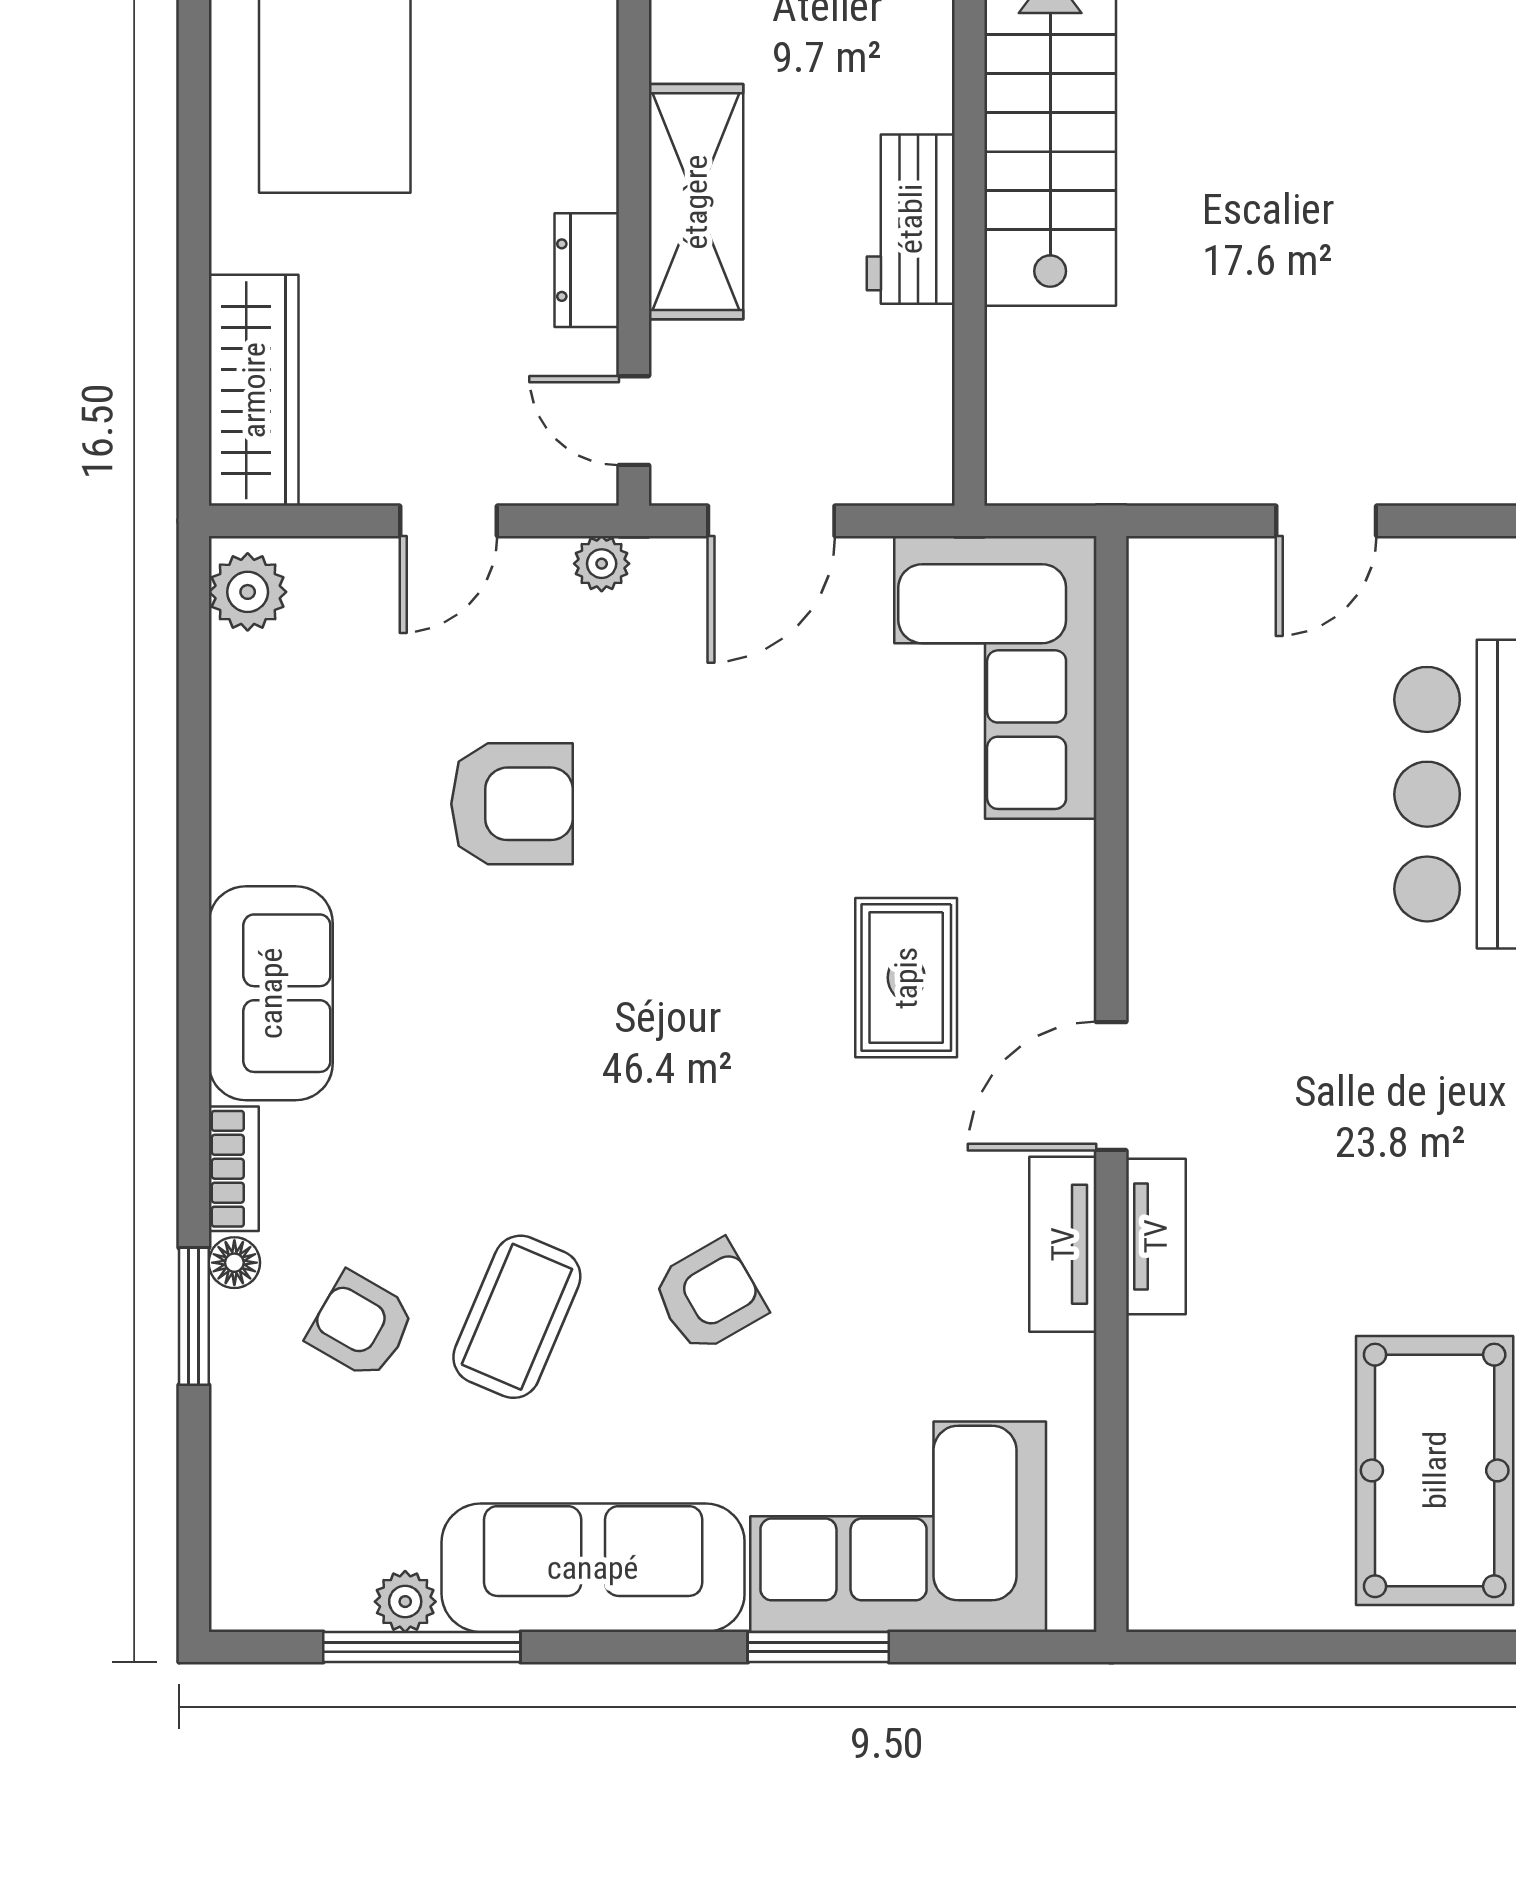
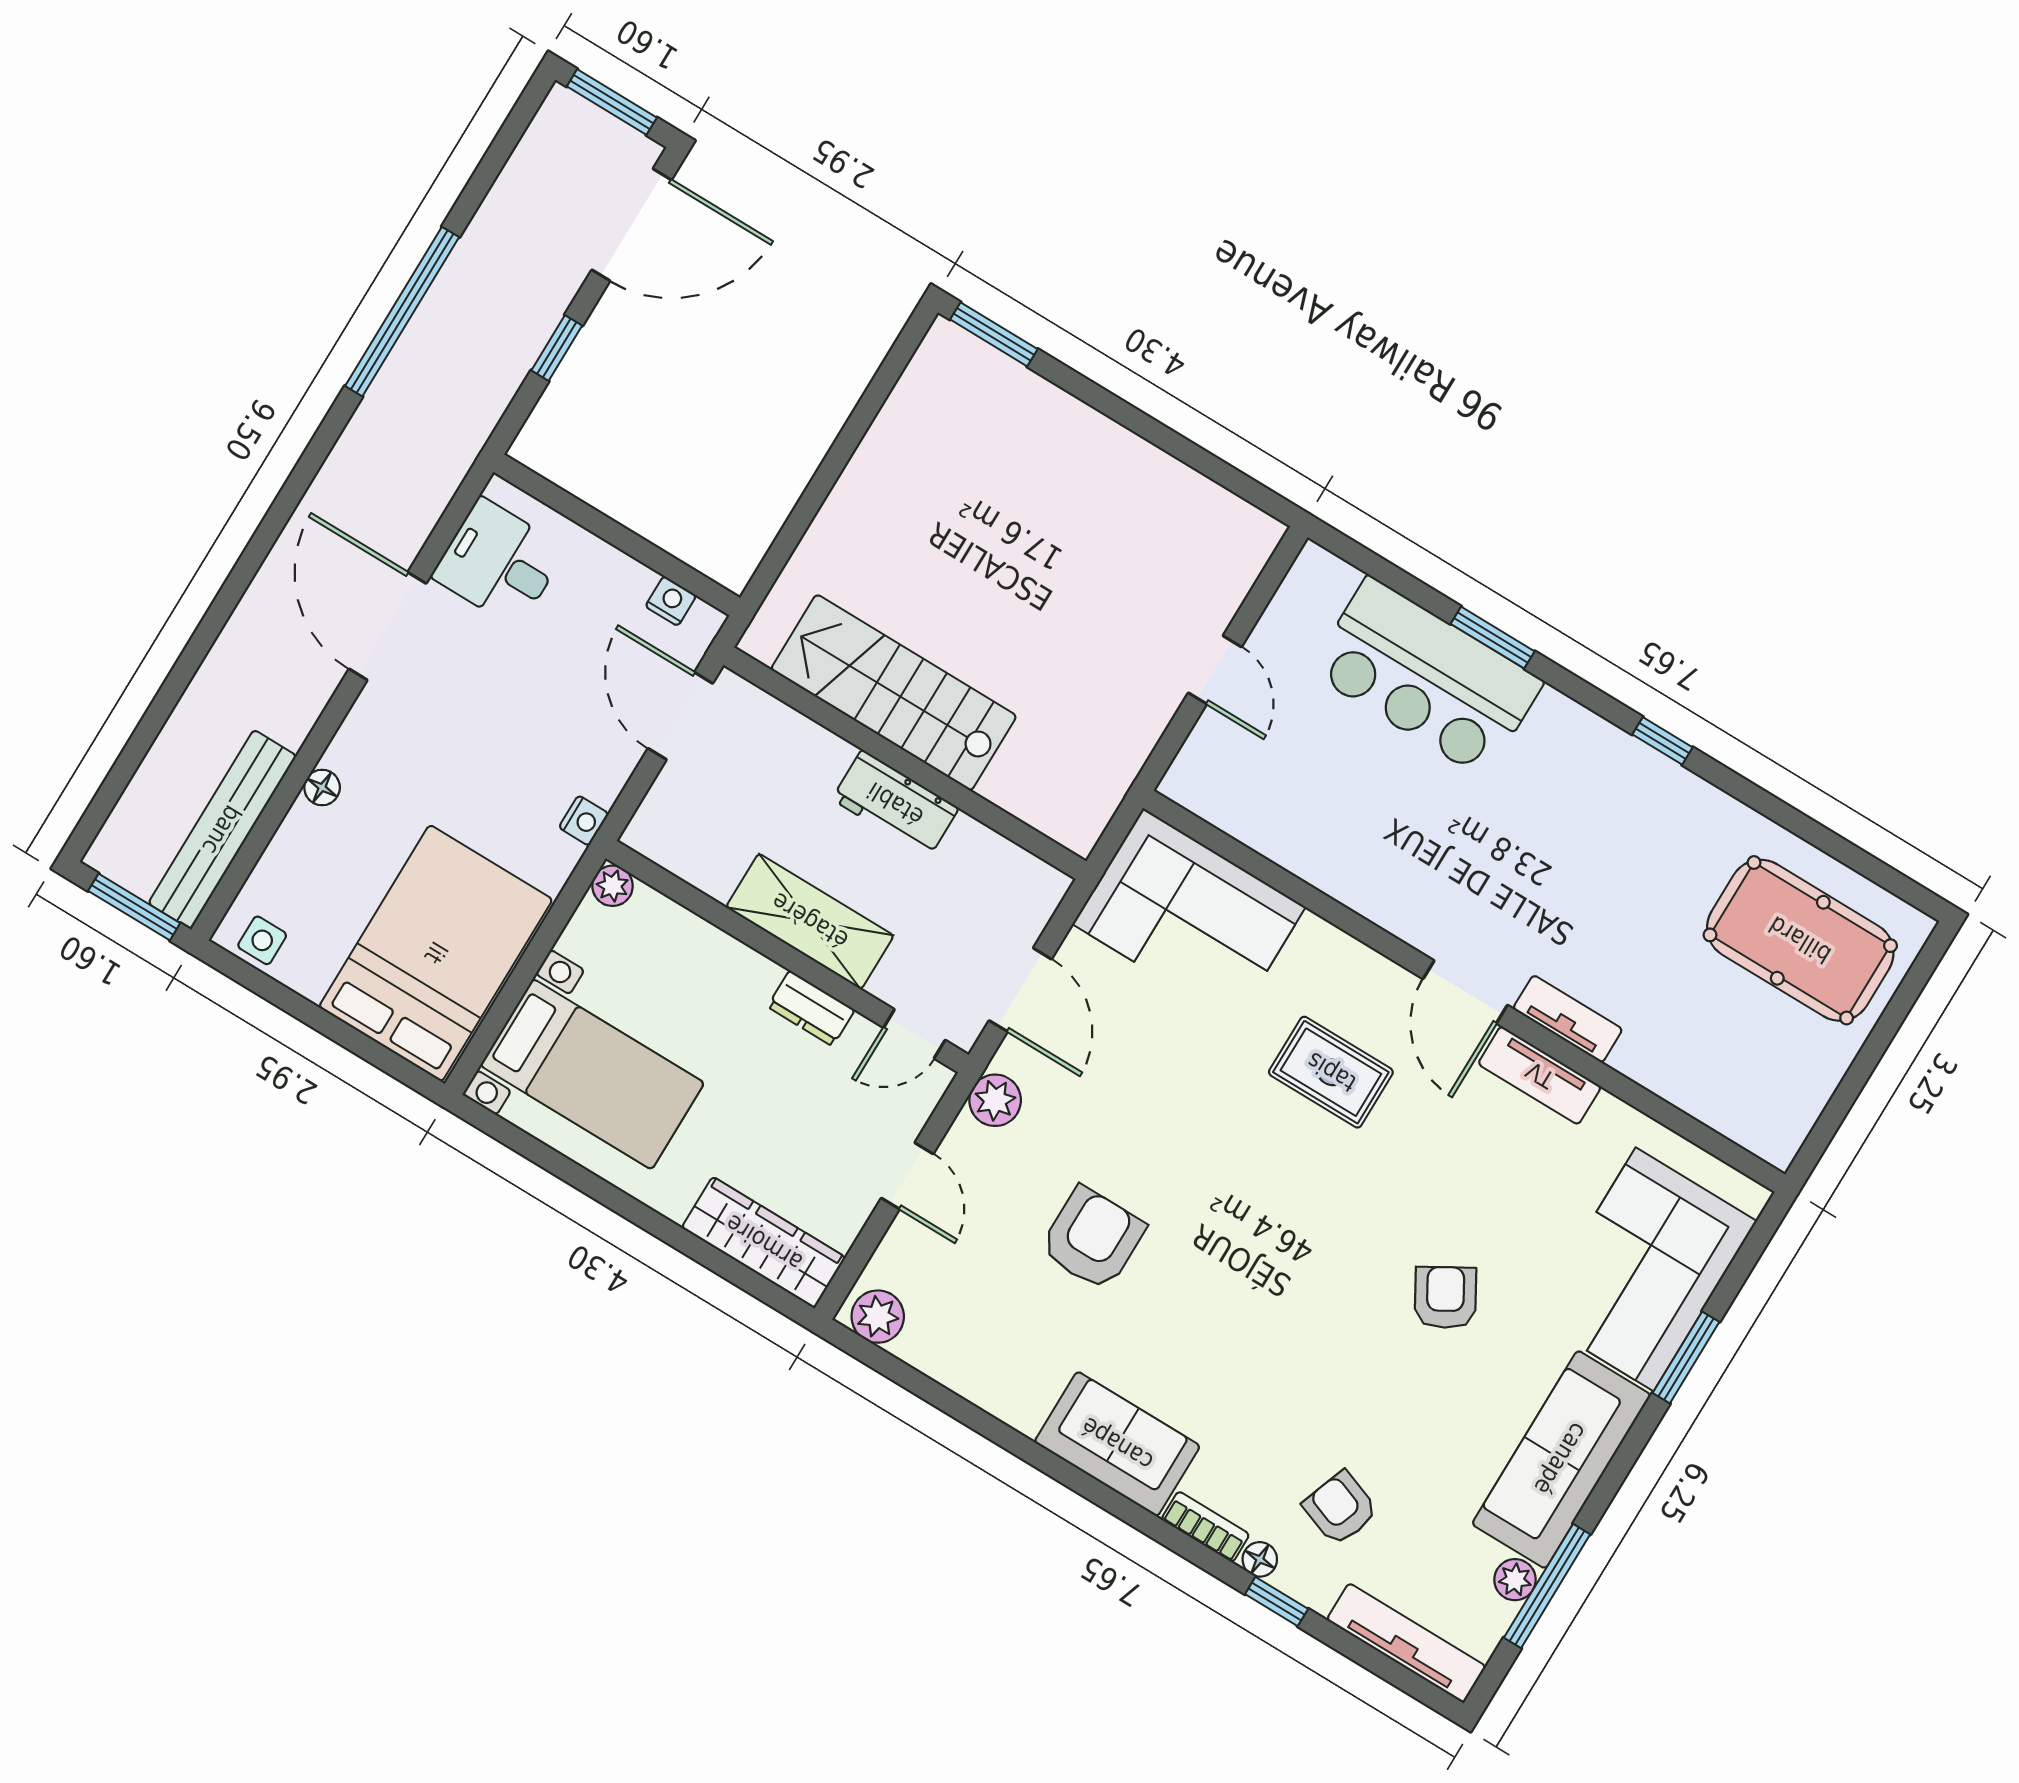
plant: (602, 564) -> (995, 1100), width x1.38, depth x1.38
window: (194, 1316) -> (1277, 1602), width x0.67
coffee table: (517, 1317) -> (1390, 1415), removed
armchair: (361, 1325) -> (1340, 1508), turned 80
tv unit: (241, 1513) -> (1406, 1643), added

